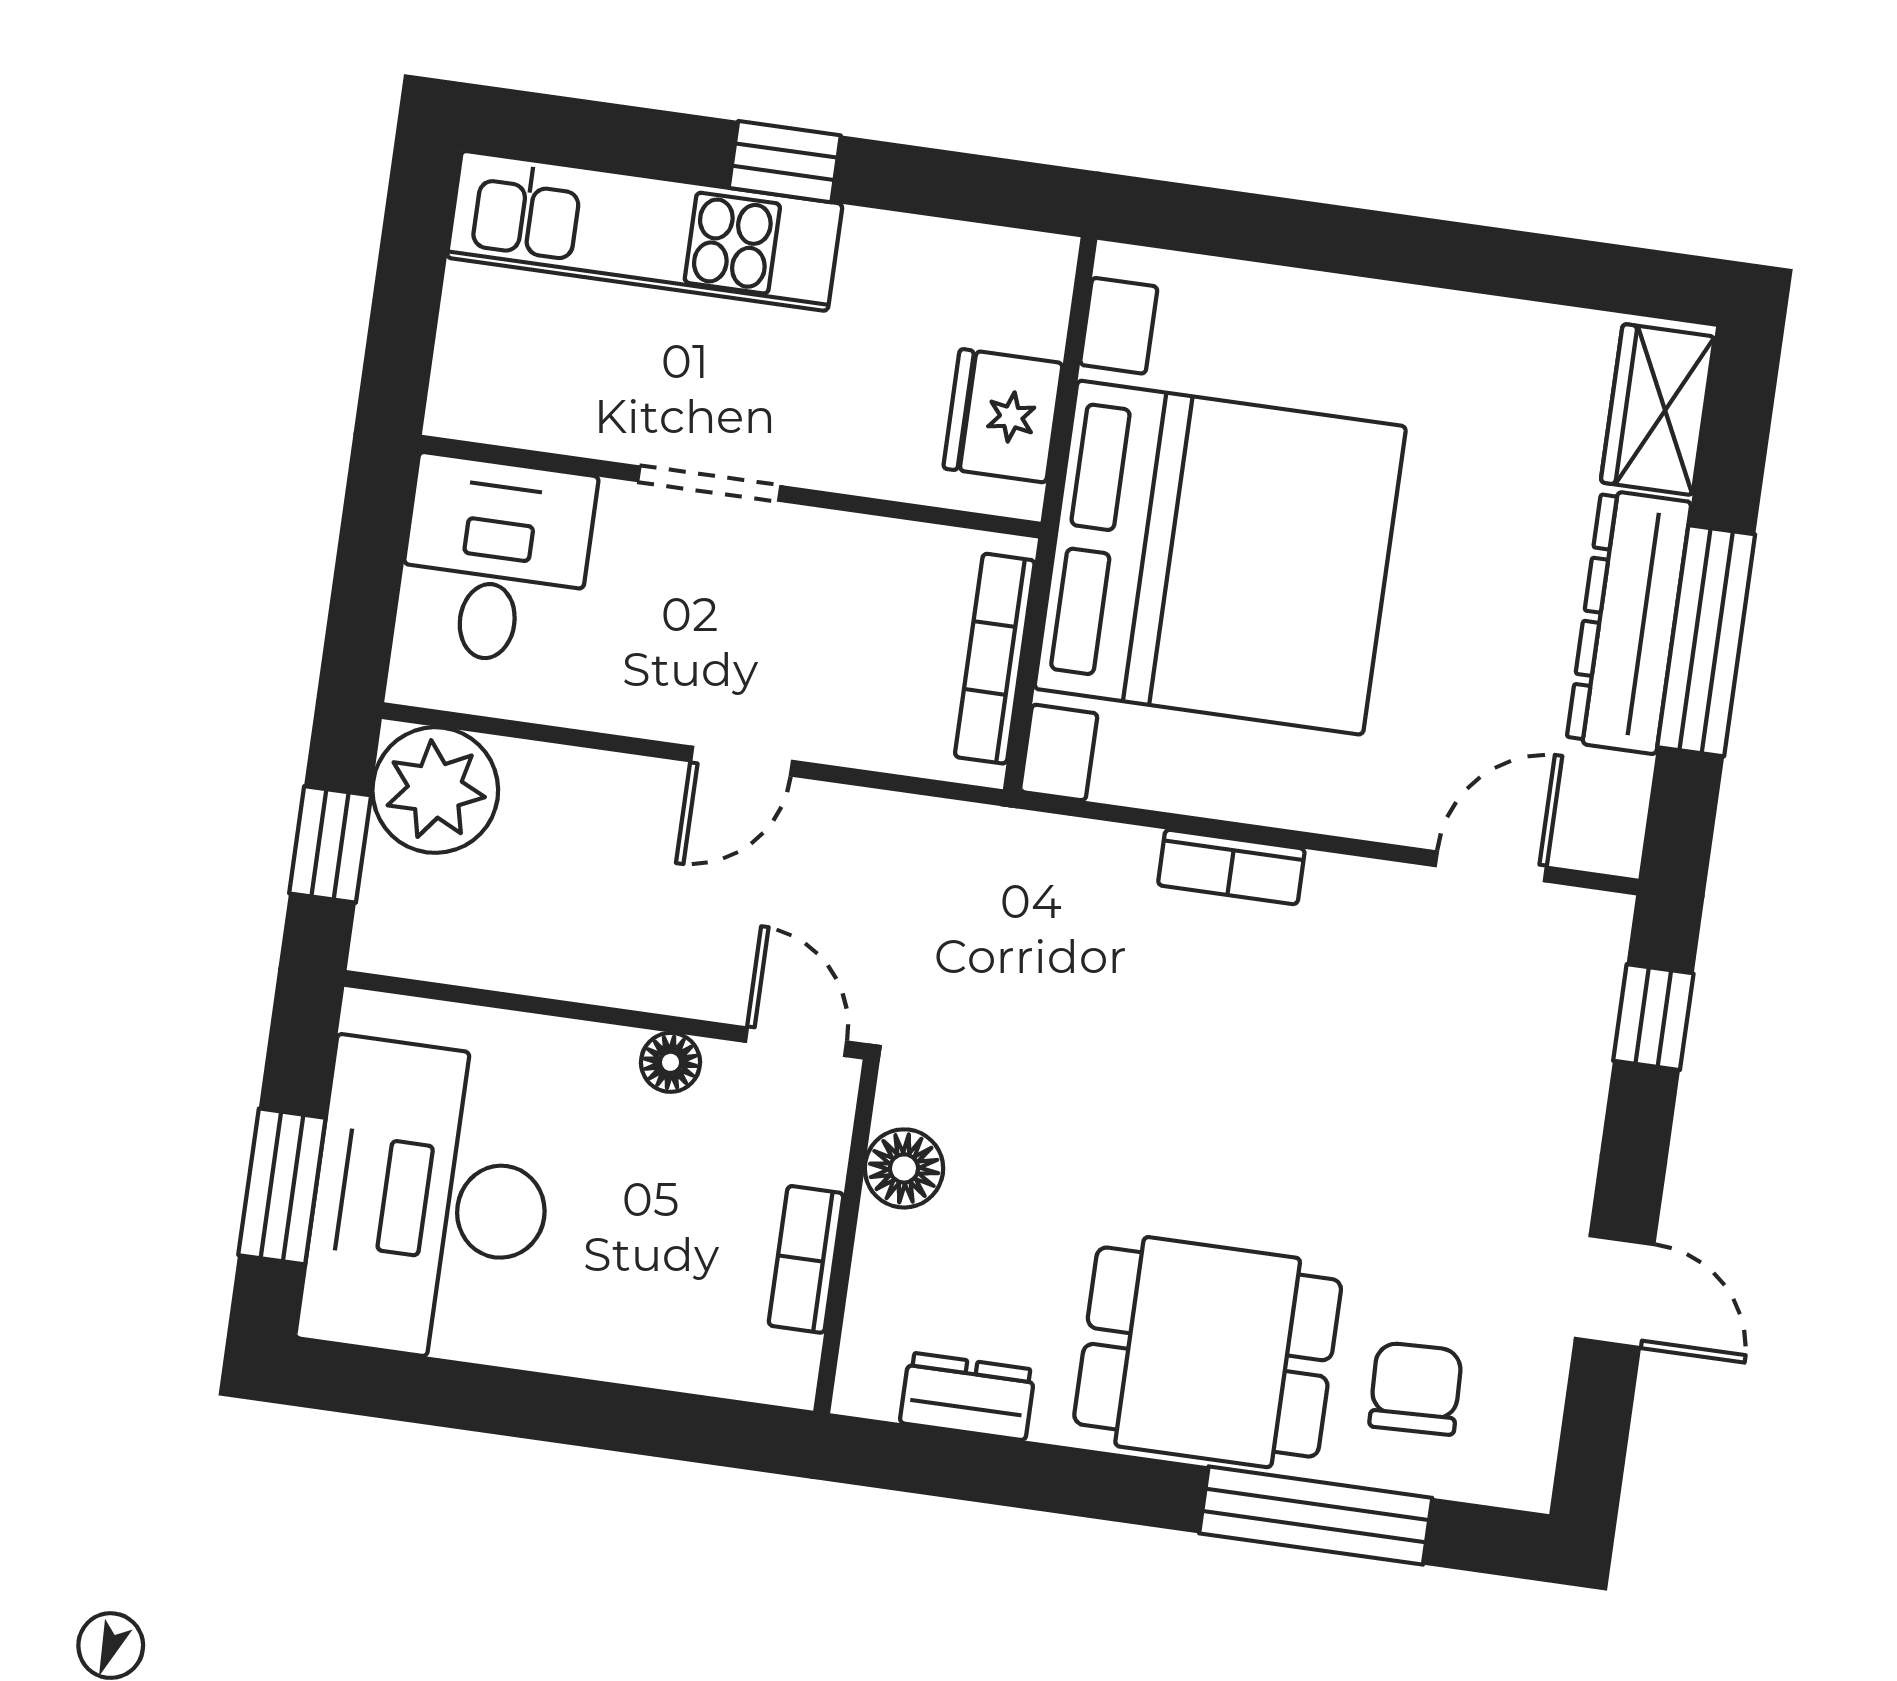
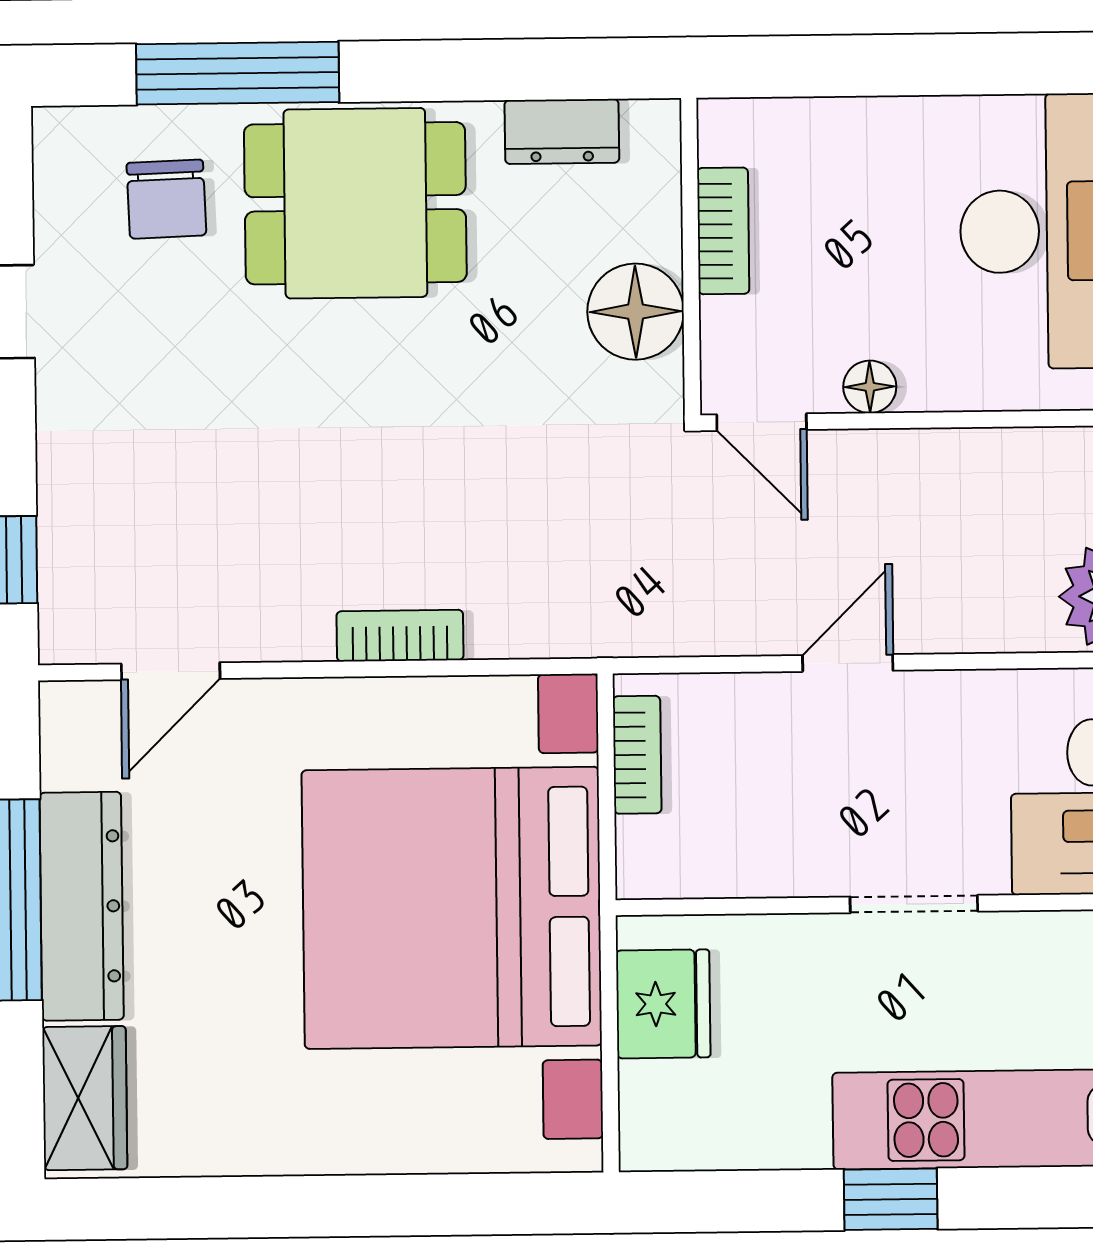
bookcase: (995, 659) -> (637, 755), width x0.64
floor lamp: (904, 1168) -> (636, 312), width x1.38, depth x1.38

